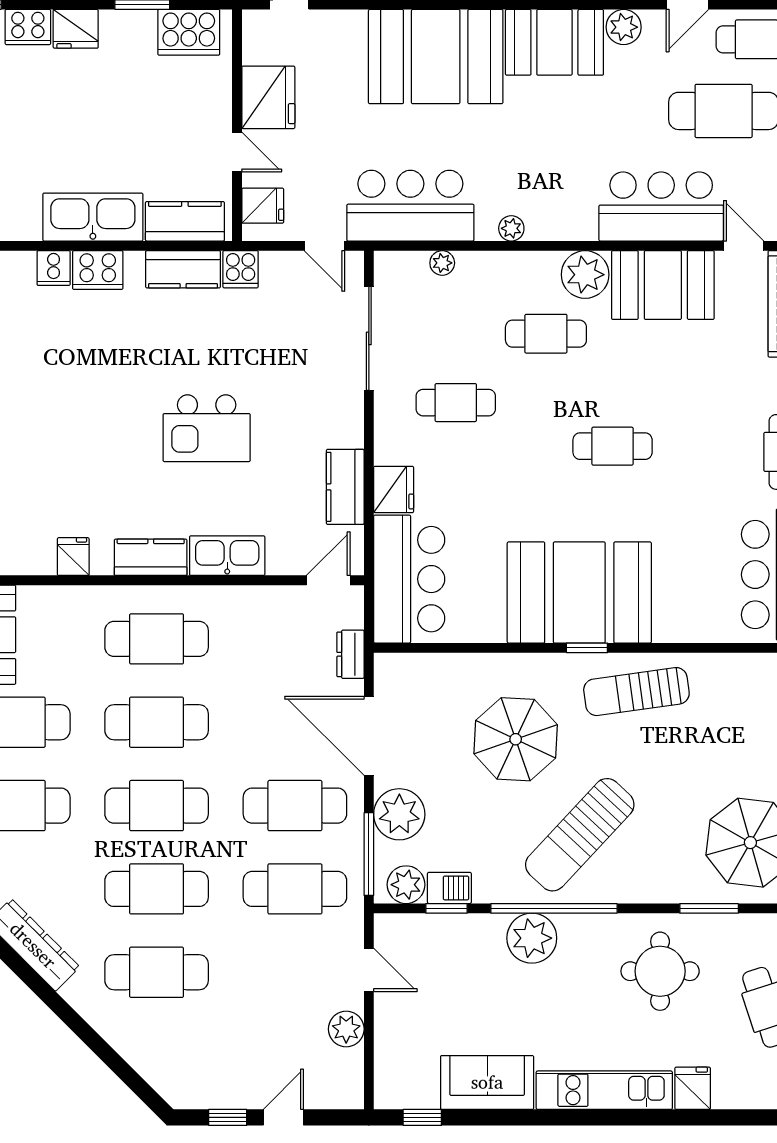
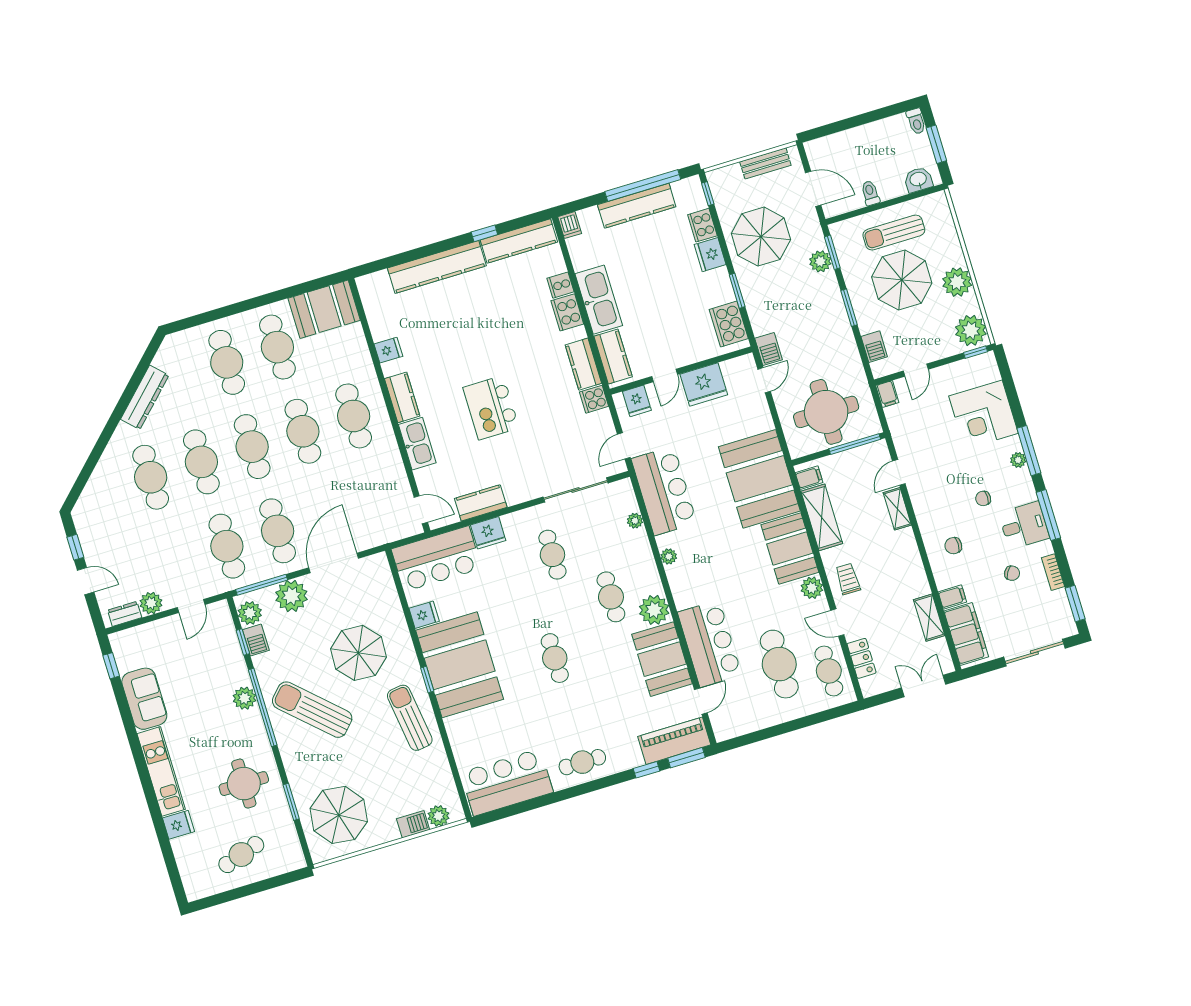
fridge: (488, 623) -> (424, 615), added
dresser: (350, 654) -> (125, 614), moved
plant: (532, 938) -> (244, 698), width x0.73, depth x0.73

